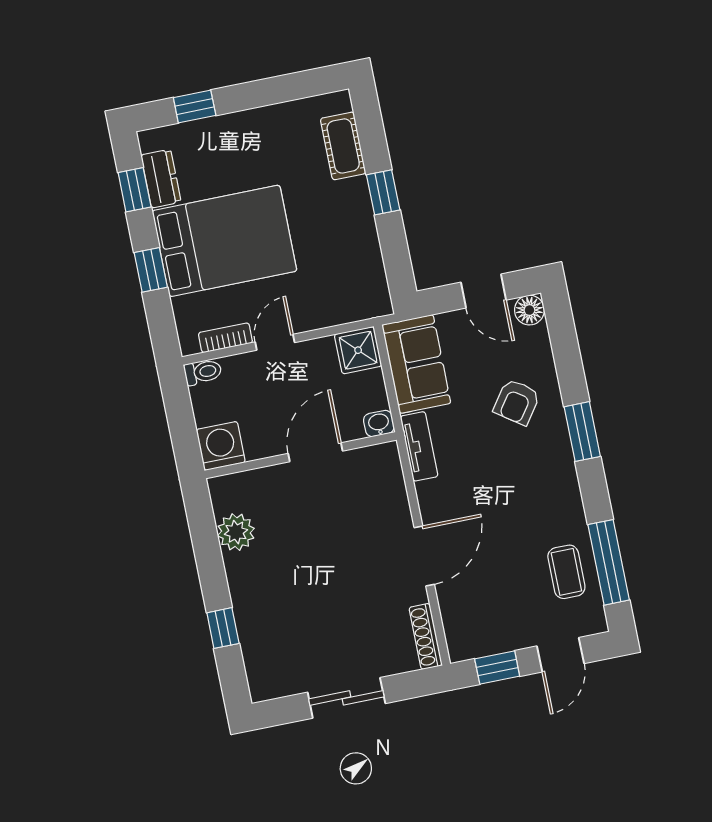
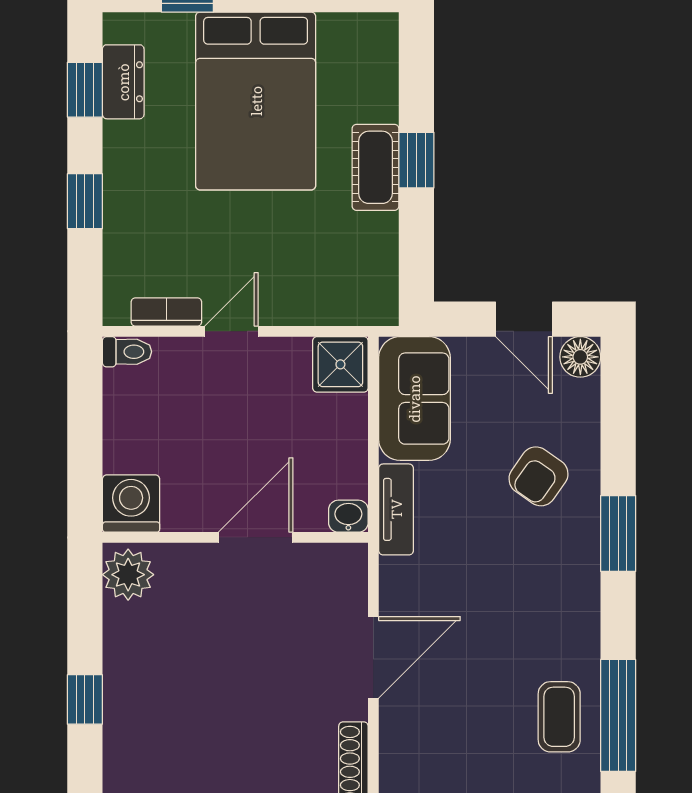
cot: (343, 146) -> (375, 167), moved
bed: (224, 241) -> (256, 101), moved, turned 90
washbasin: (379, 424) -> (348, 516), moved
washing machine: (221, 446) -> (131, 504), moved
door: (315, 452) -> (256, 537), moved
wall: (301, 455) -> (235, 537), moved

